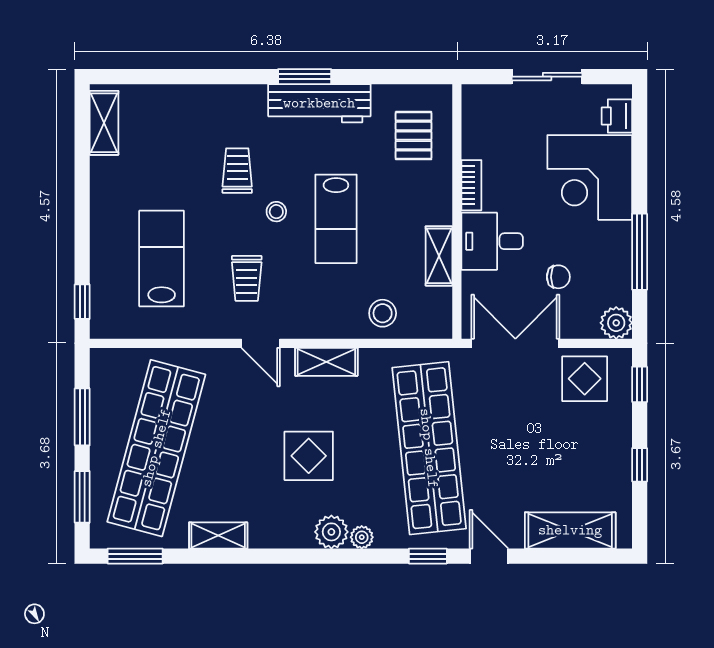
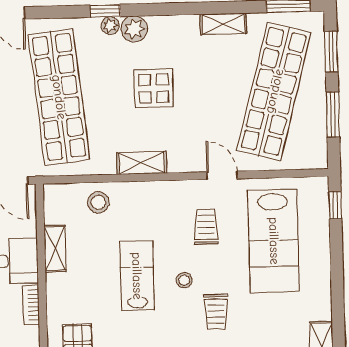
lab bench: (162, 258) -> (274, 241), width x1.36, depth x1.39
door: (261, 343) -> (222, 175), moved
window: (428, 556) -> (105, 11), moved

